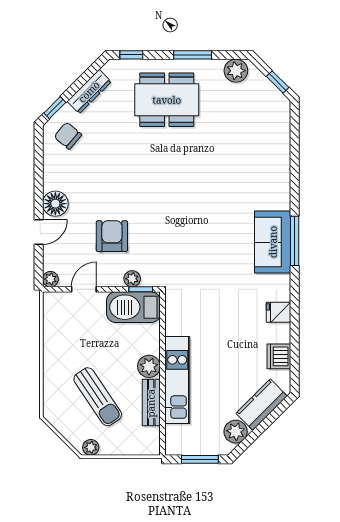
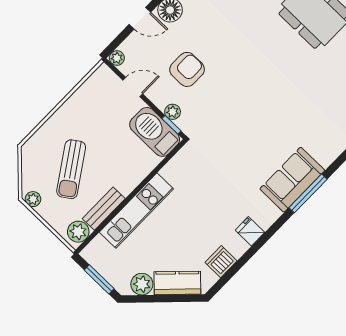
plant: (149, 366) -> (78, 232), moved

